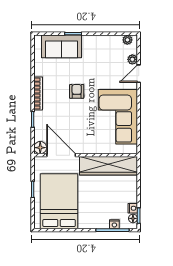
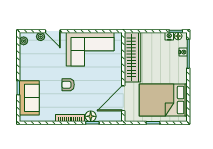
floor lamp: (40, 148) -> (91, 116), moved

